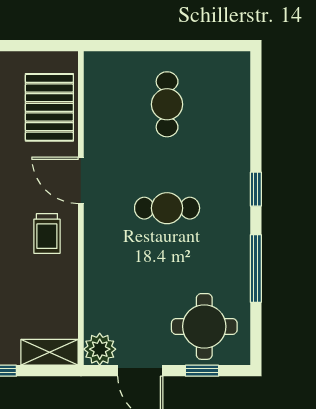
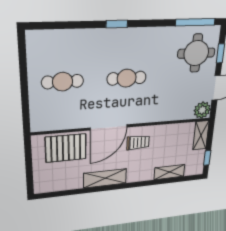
door: (81, 180) -> (109, 127), width x1.36
cafe table: (167, 208) -> (127, 78), turned 90
window: (256, 268) -> (195, 22), moved

